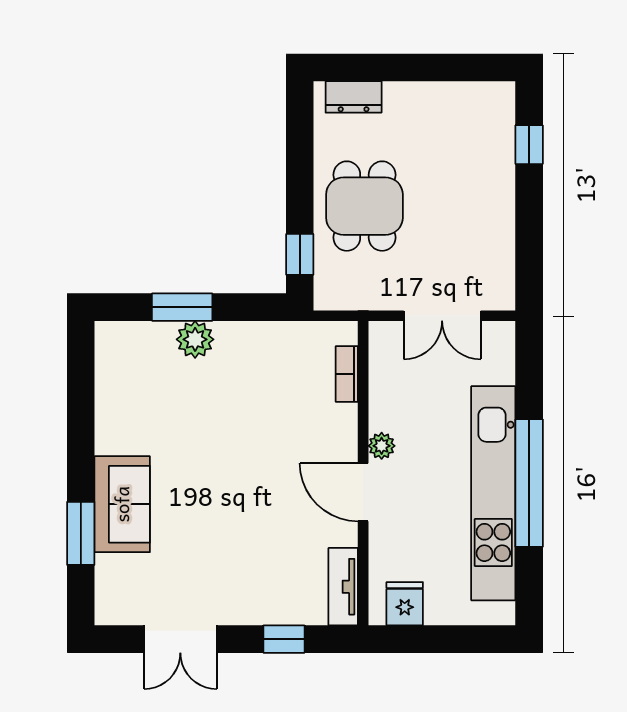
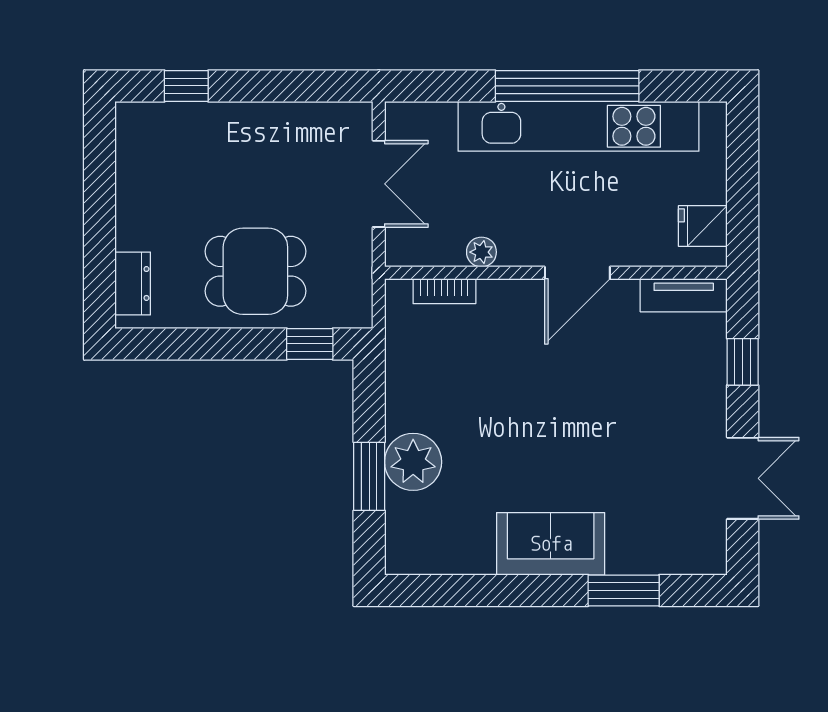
plant: (195, 339) -> (413, 462), width x1.36, depth x1.36
plant: (382, 446) -> (481, 252), moved
sofa: (122, 504) -> (551, 544), moved

